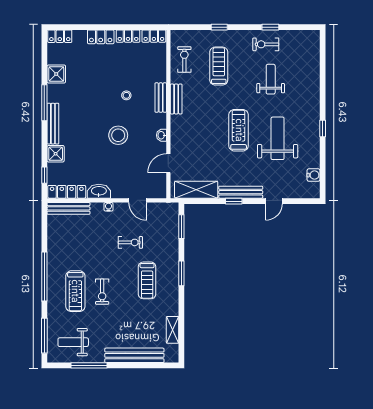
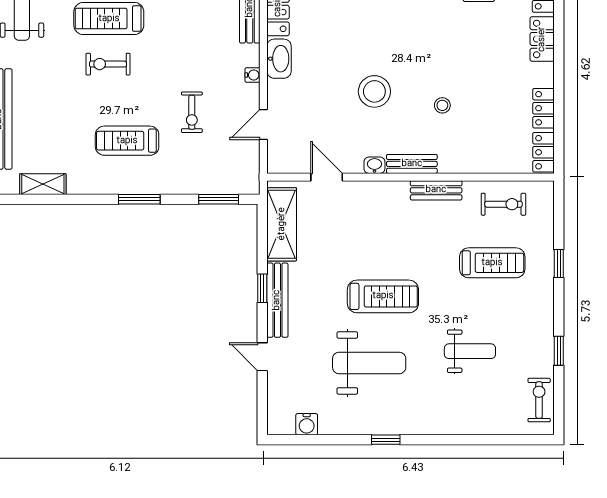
locker: (101, 37) -> (542, 39), moved
exercise bike: (266, 44) -> (539, 400), moved
bench: (161, 98) -> (412, 164), moved

